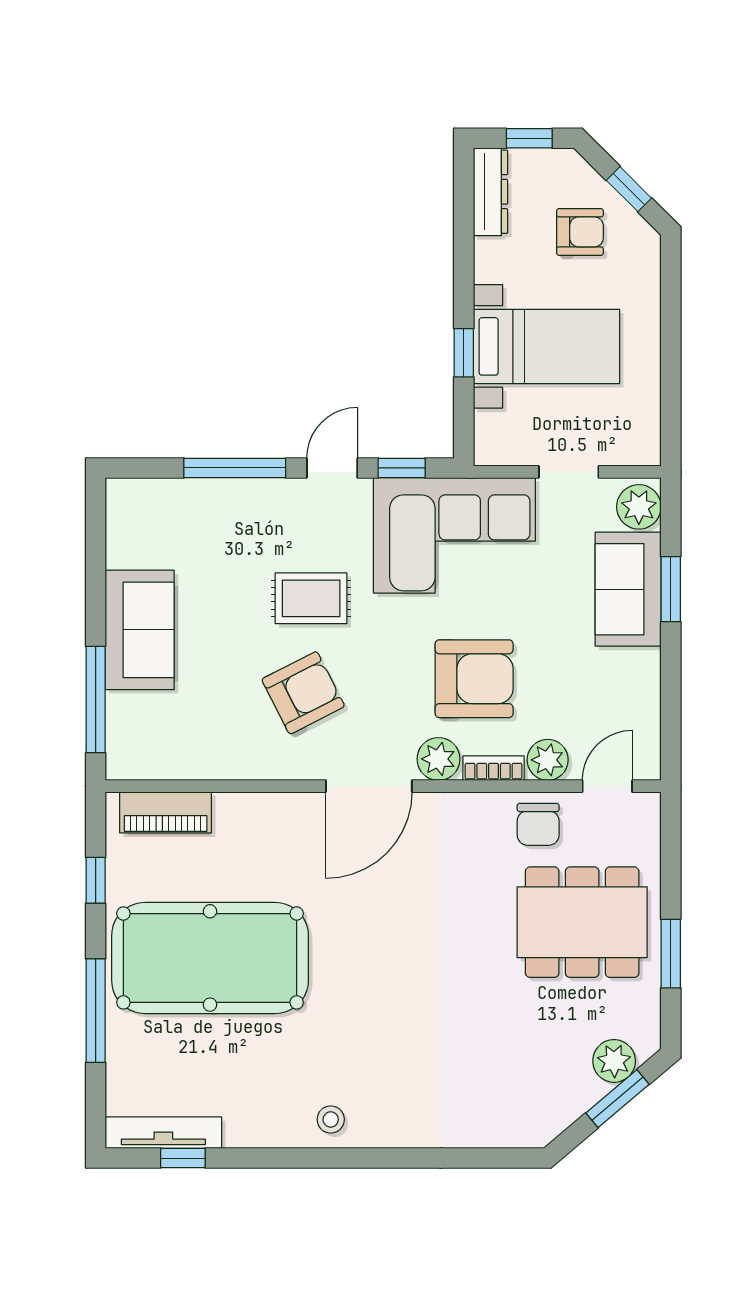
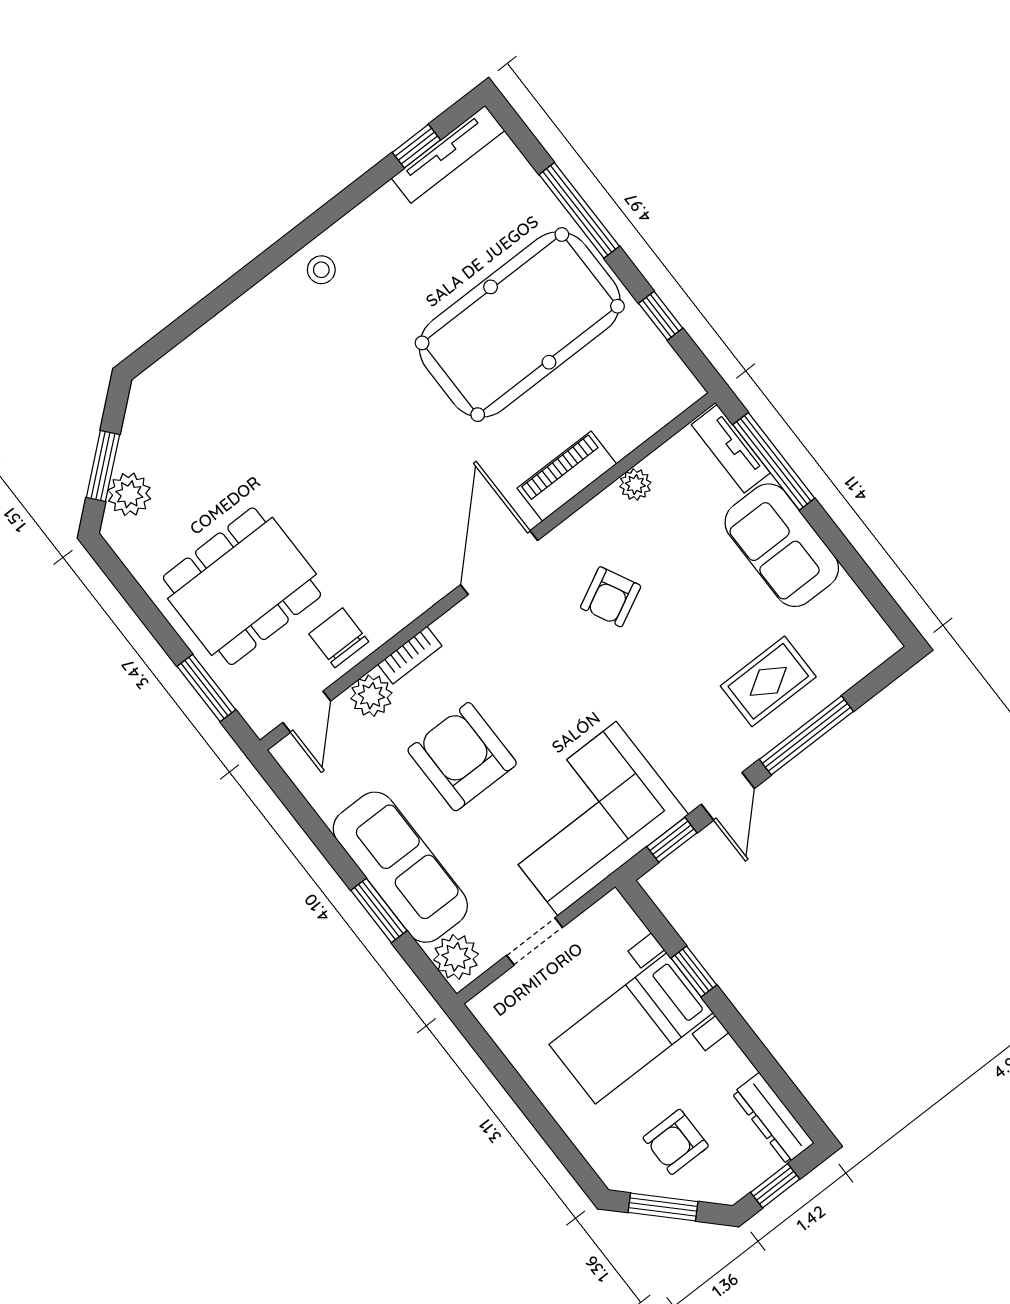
window: (629, 189) -> (663, 1207), width x1.50
sofa: (628, 589) -> (400, 867), width x1.36
rug: (311, 598) -> (768, 681), moved
armchair: (474, 679) -> (462, 757), moved, turned 90
armchair: (303, 693) -> (611, 597), width x0.72, depth x0.72
tv unit: (121, 735) -> (731, 449), added
plant: (438, 759) -> (635, 484), moved, width x0.73, depth x0.73
piano: (166, 812) -> (567, 476), moved
window: (671, 954) -> (206, 688), moved

